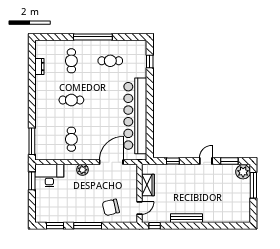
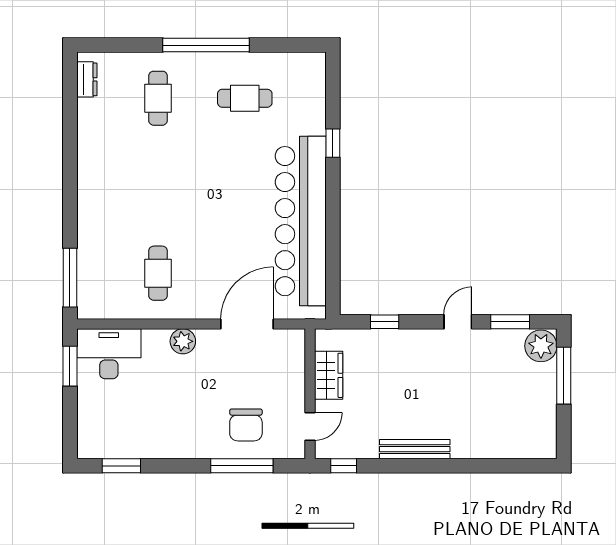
window: (150, 61) -> (333, 143), moved
dresser: (39, 66) -> (87, 79), moved
cafe table: (71, 100) -> (158, 186), removed
chair: (111, 207) -> (246, 425), turned -77
window: (88, 226) -> (242, 466), moved

